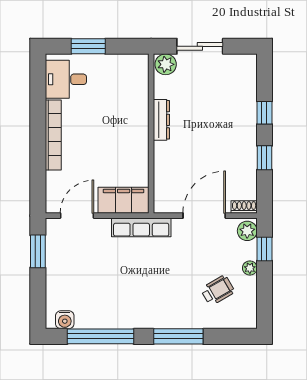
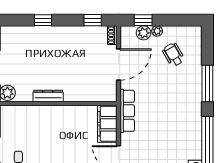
window: (264, 158) -> (93, 20), moved
door: (204, 216) -> (119, 64), swing flipped
plant: (247, 231) -> (144, 33), moved

